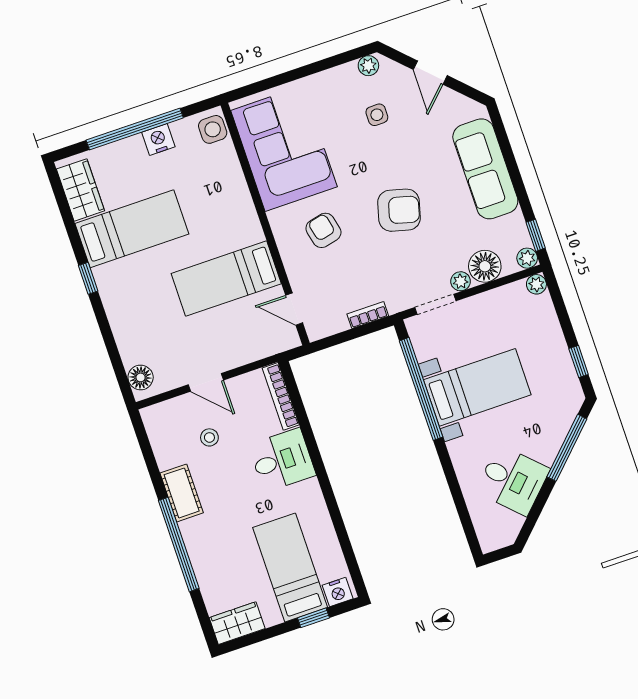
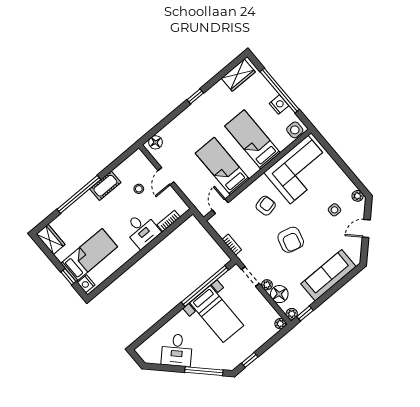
bed: (132, 229) -> (253, 139), moved, turned 180
bookcase: (281, 396) -> (169, 221), width x0.64

